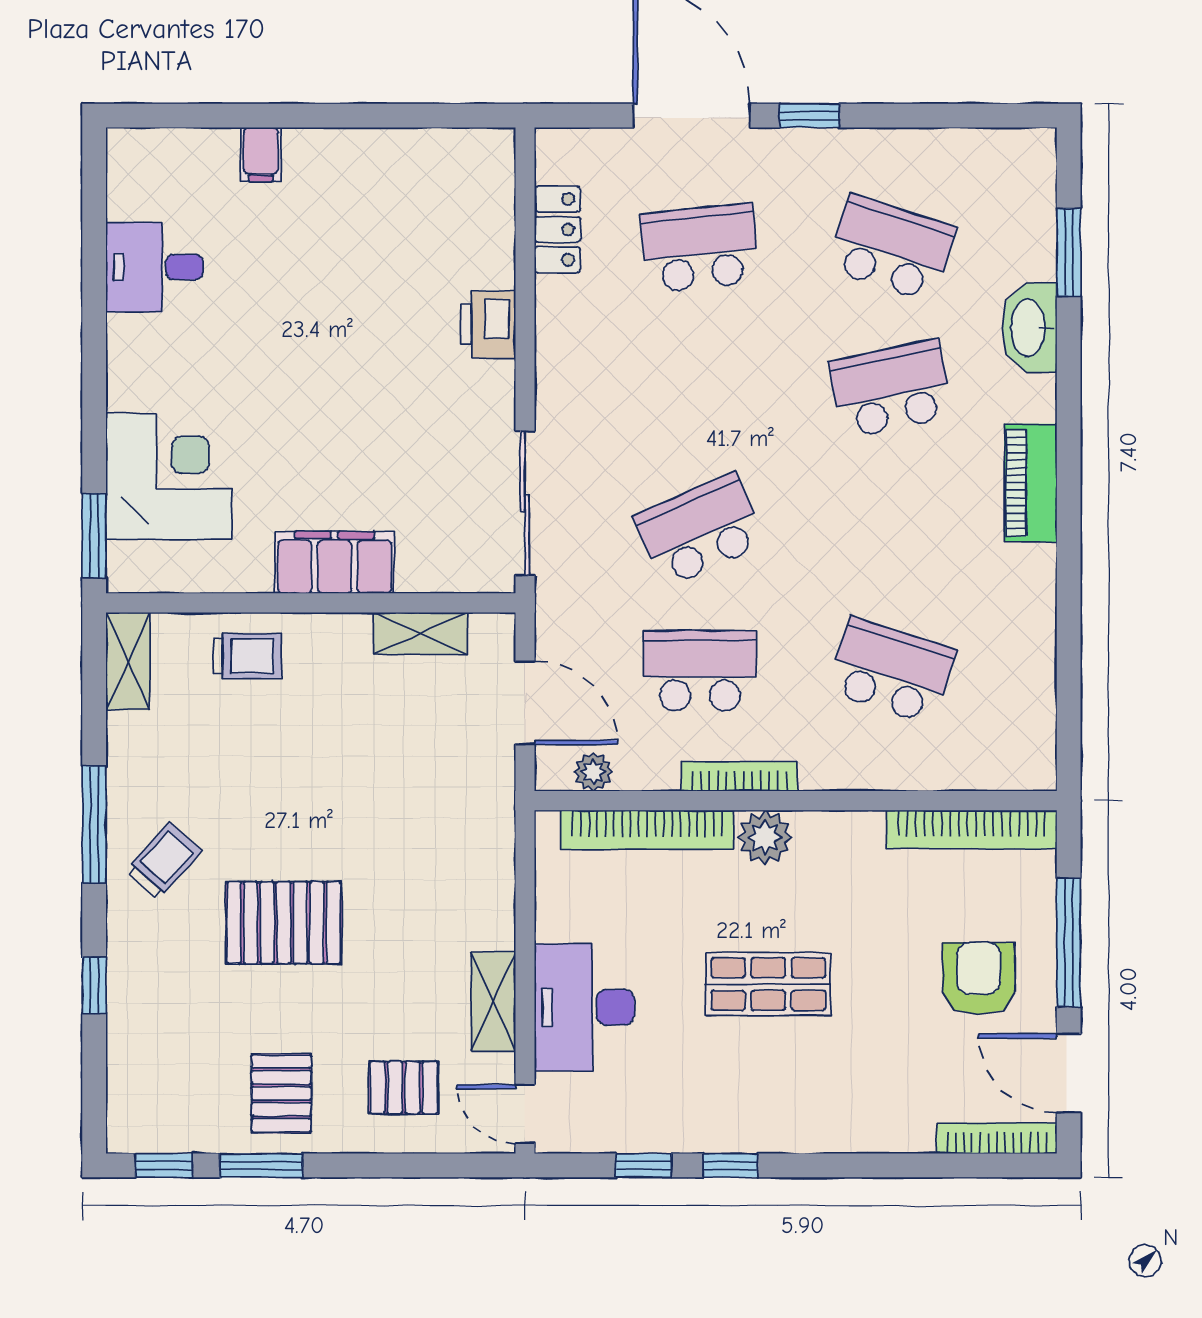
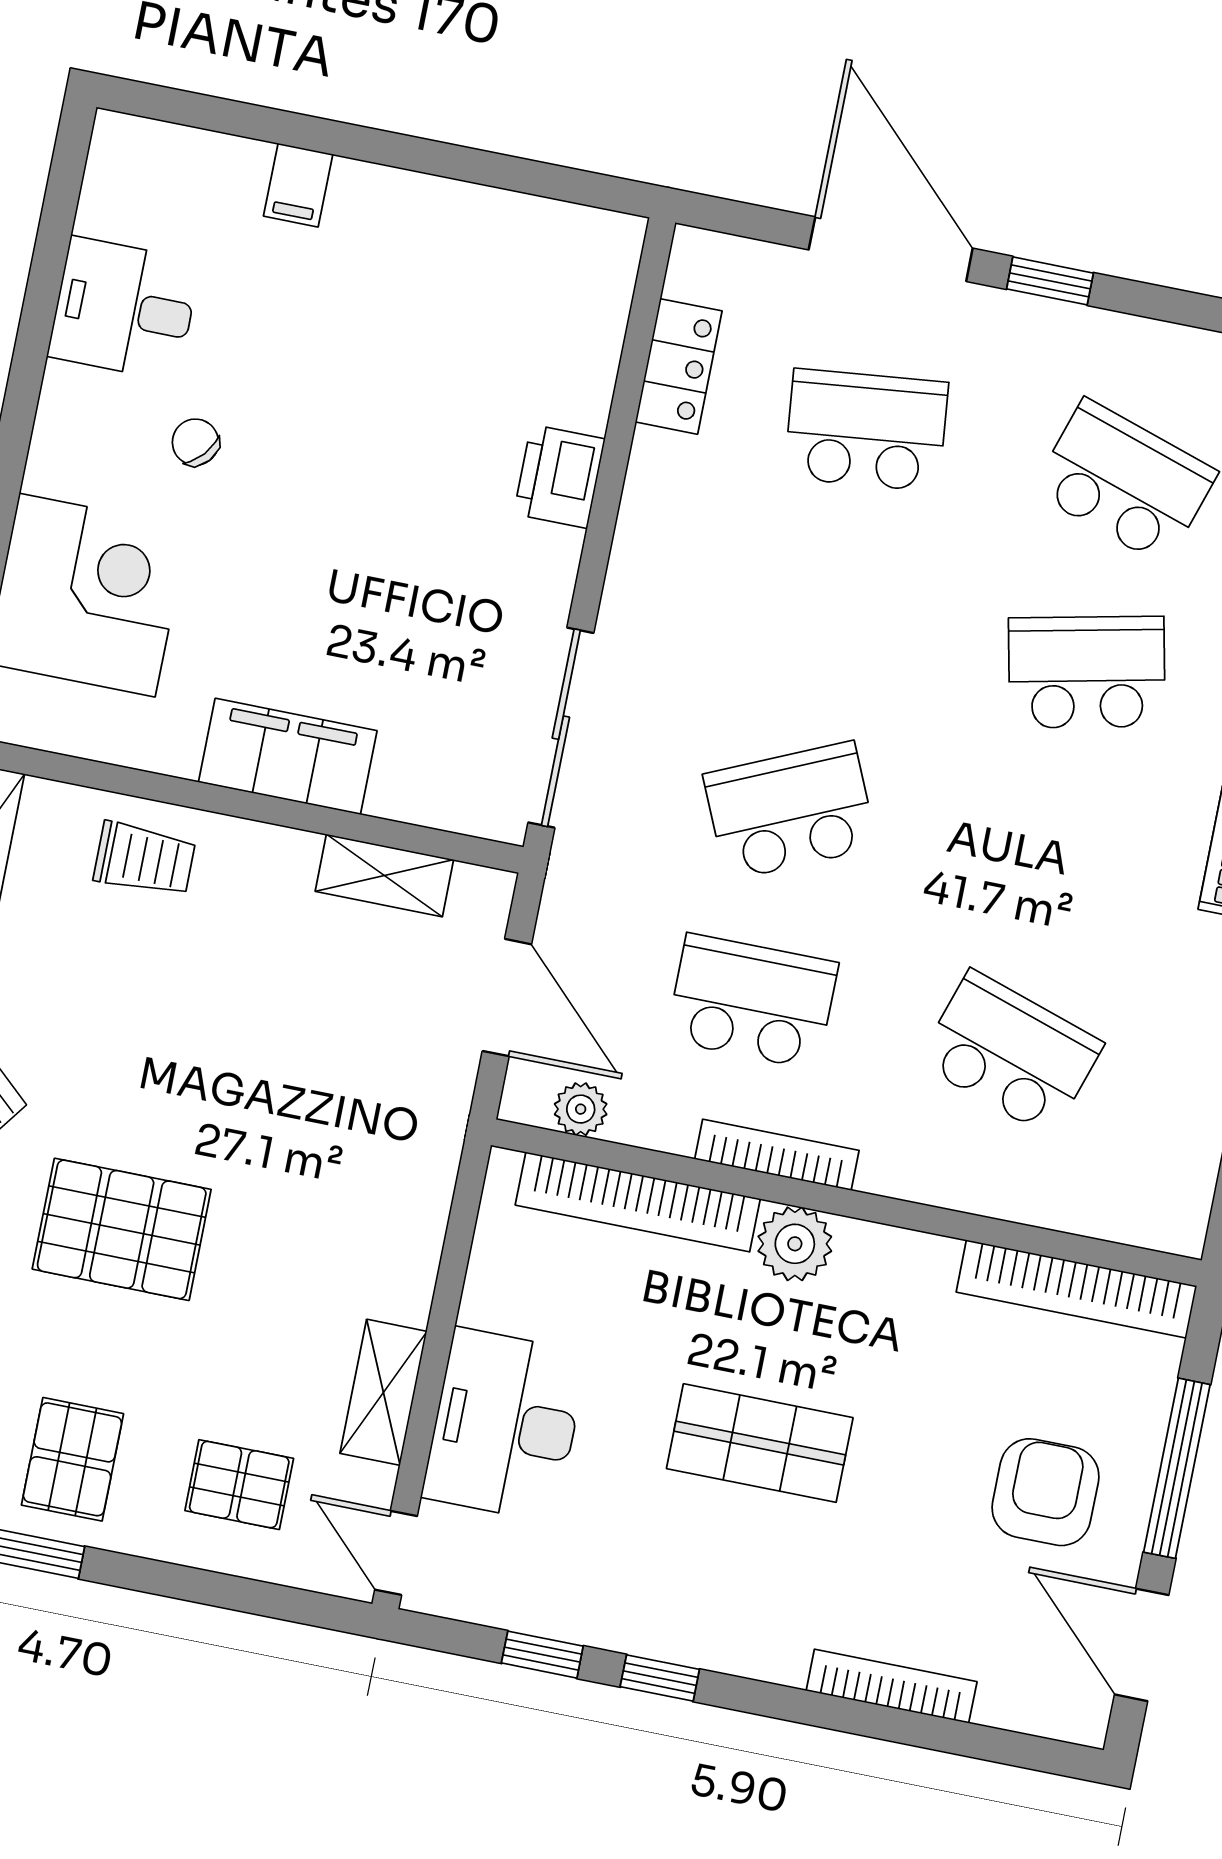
chair: (224, 352) -> (195, 442), added
bookcase: (997, 1138) -> (892, 1686), moved

